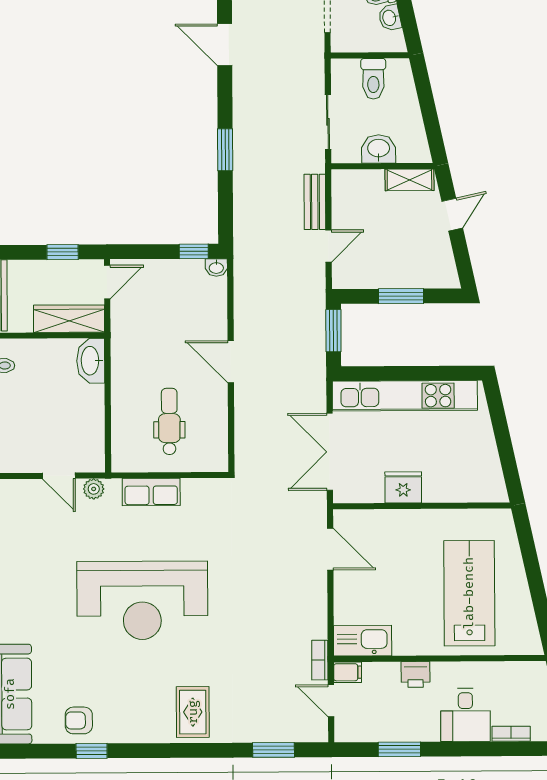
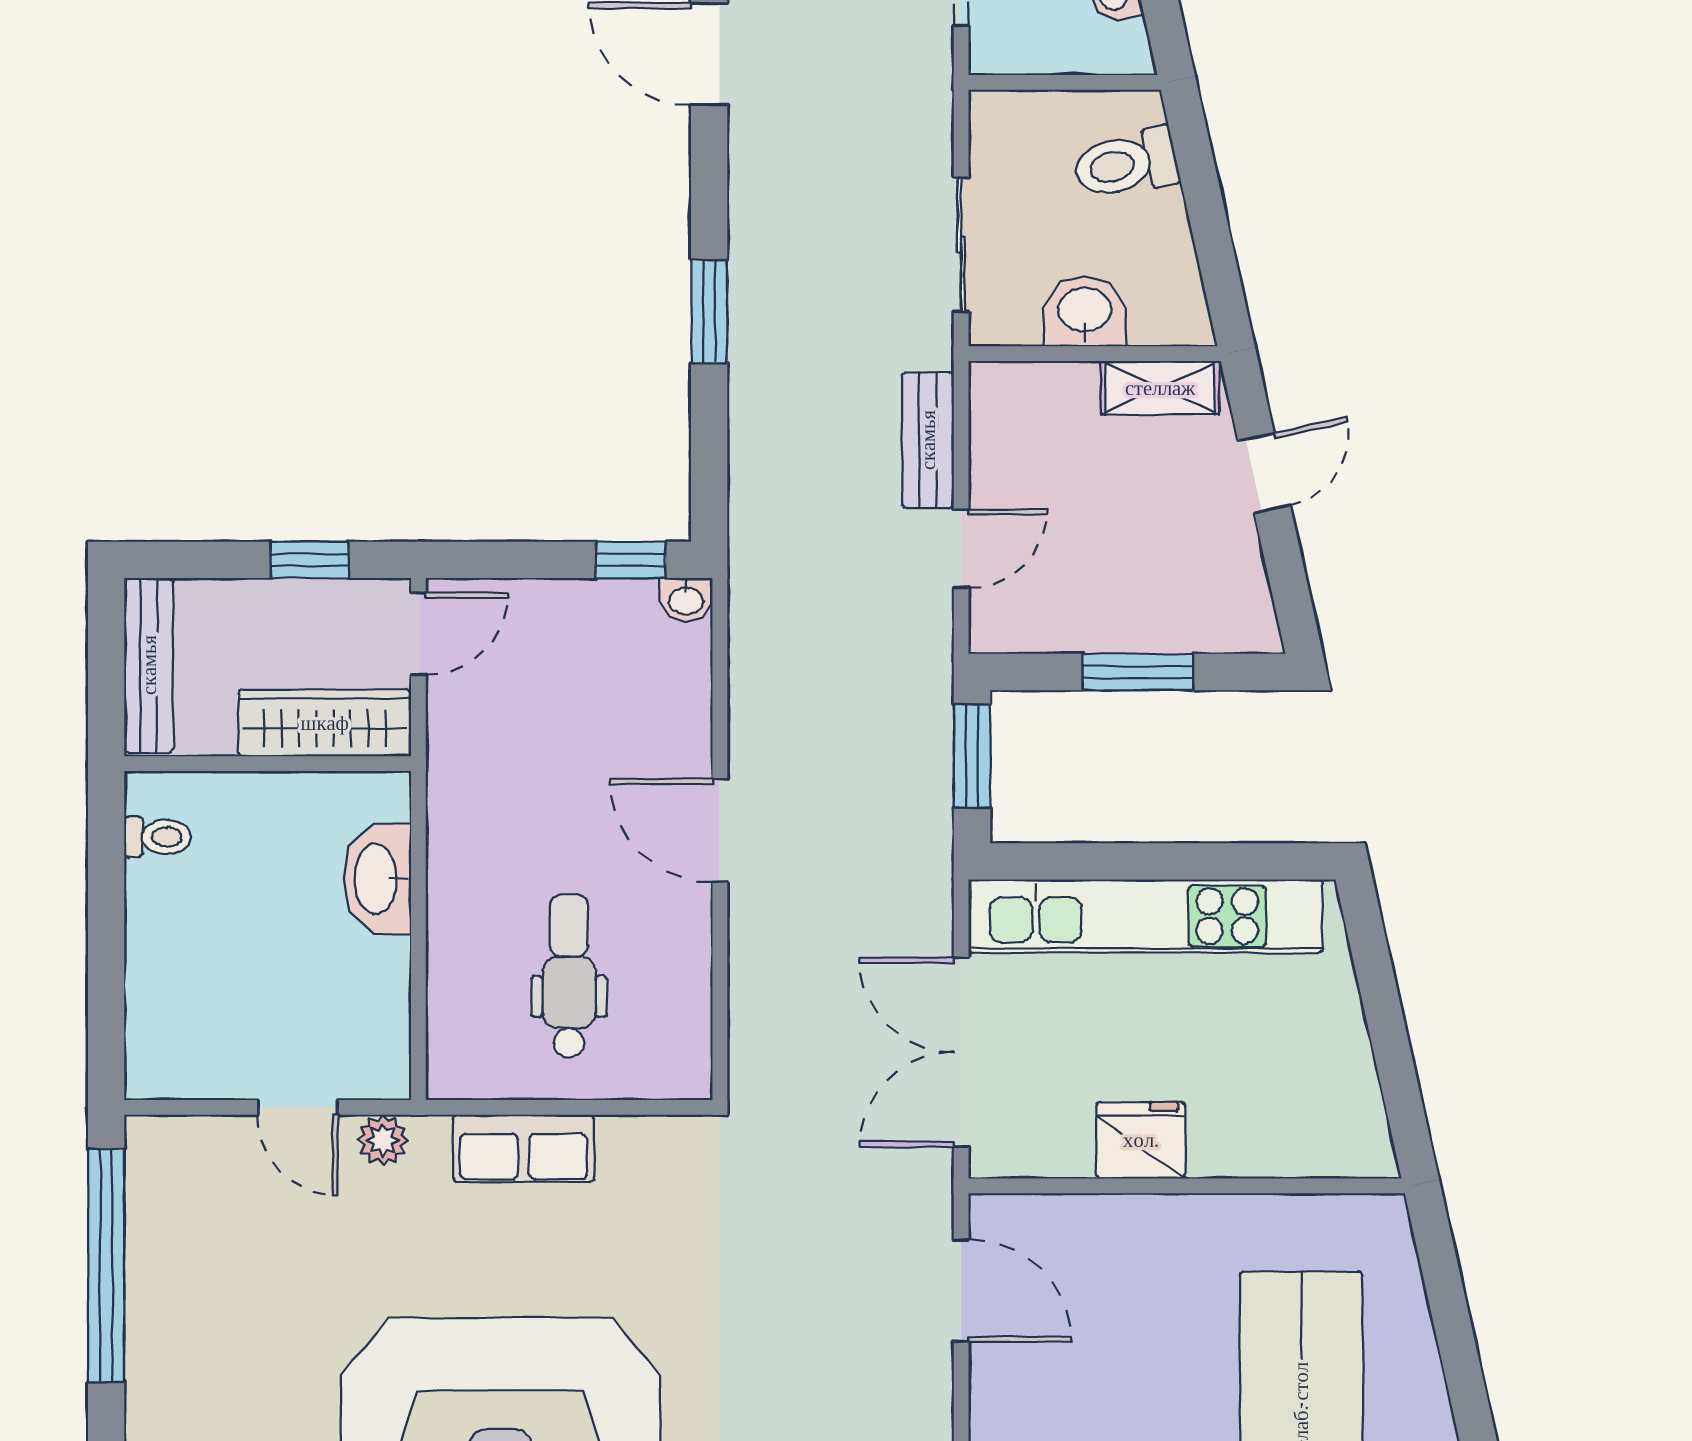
toilet: (373, 79) -> (1126, 164), moved, turned 78
washbasin: (91, 361) -> (377, 879), moved

